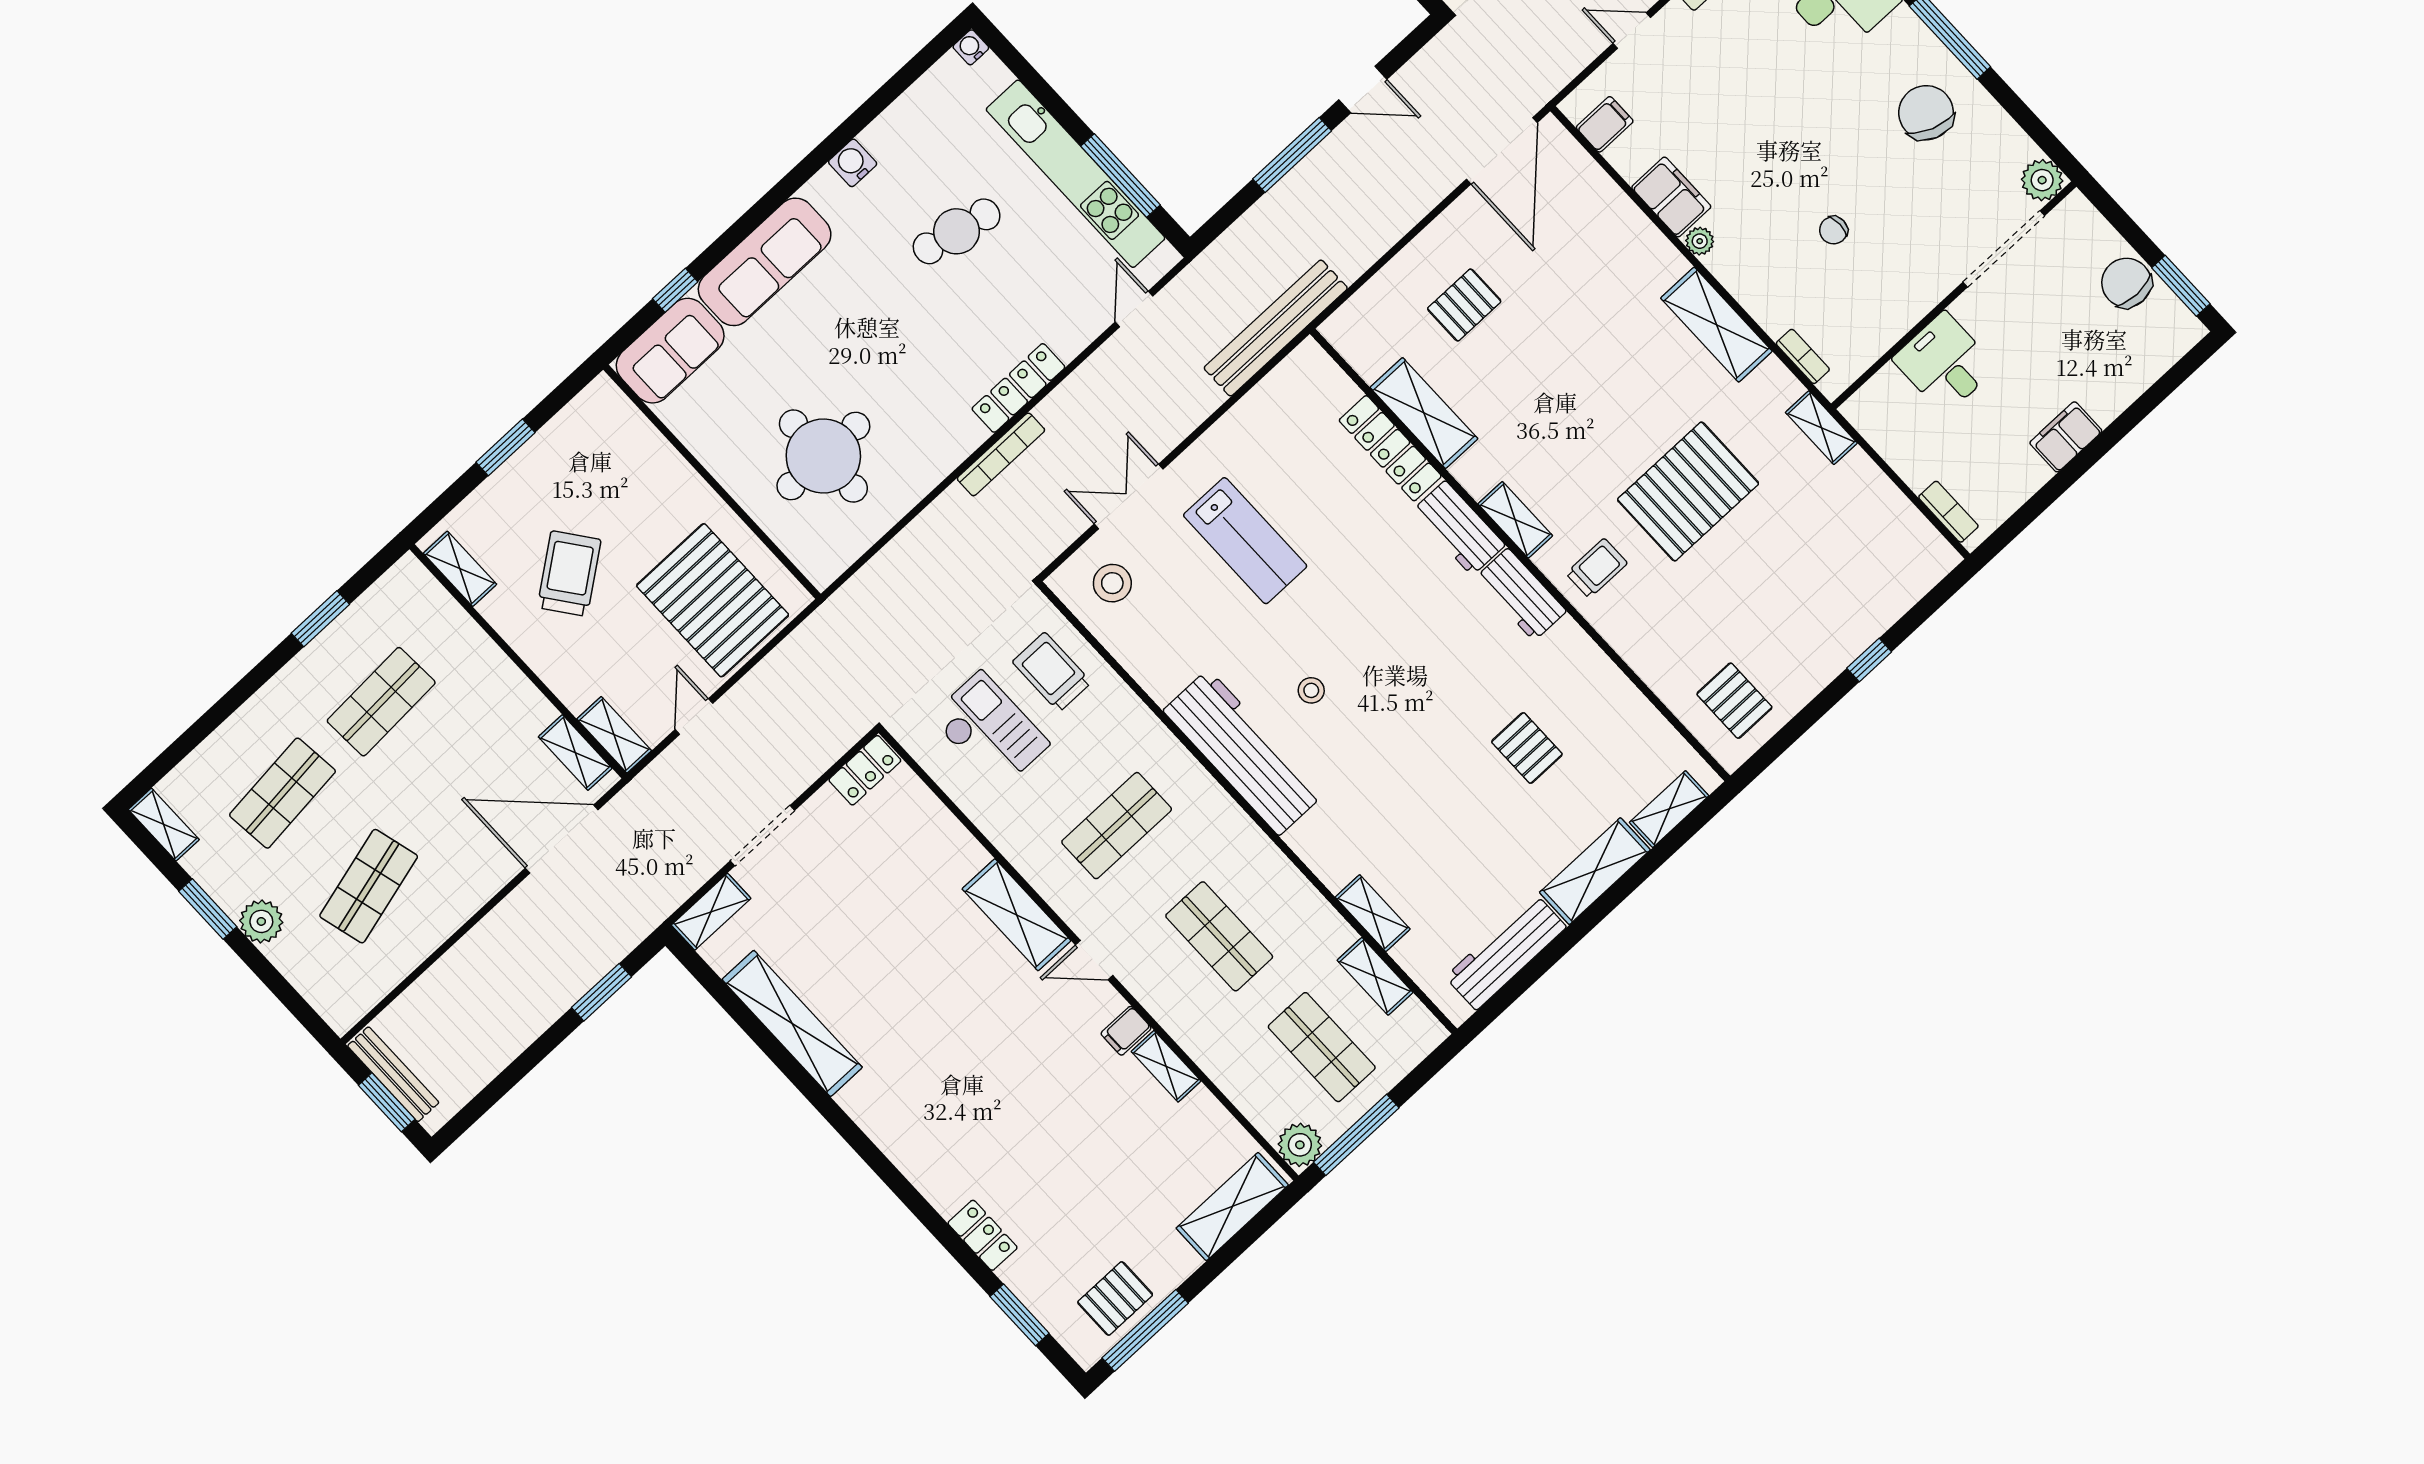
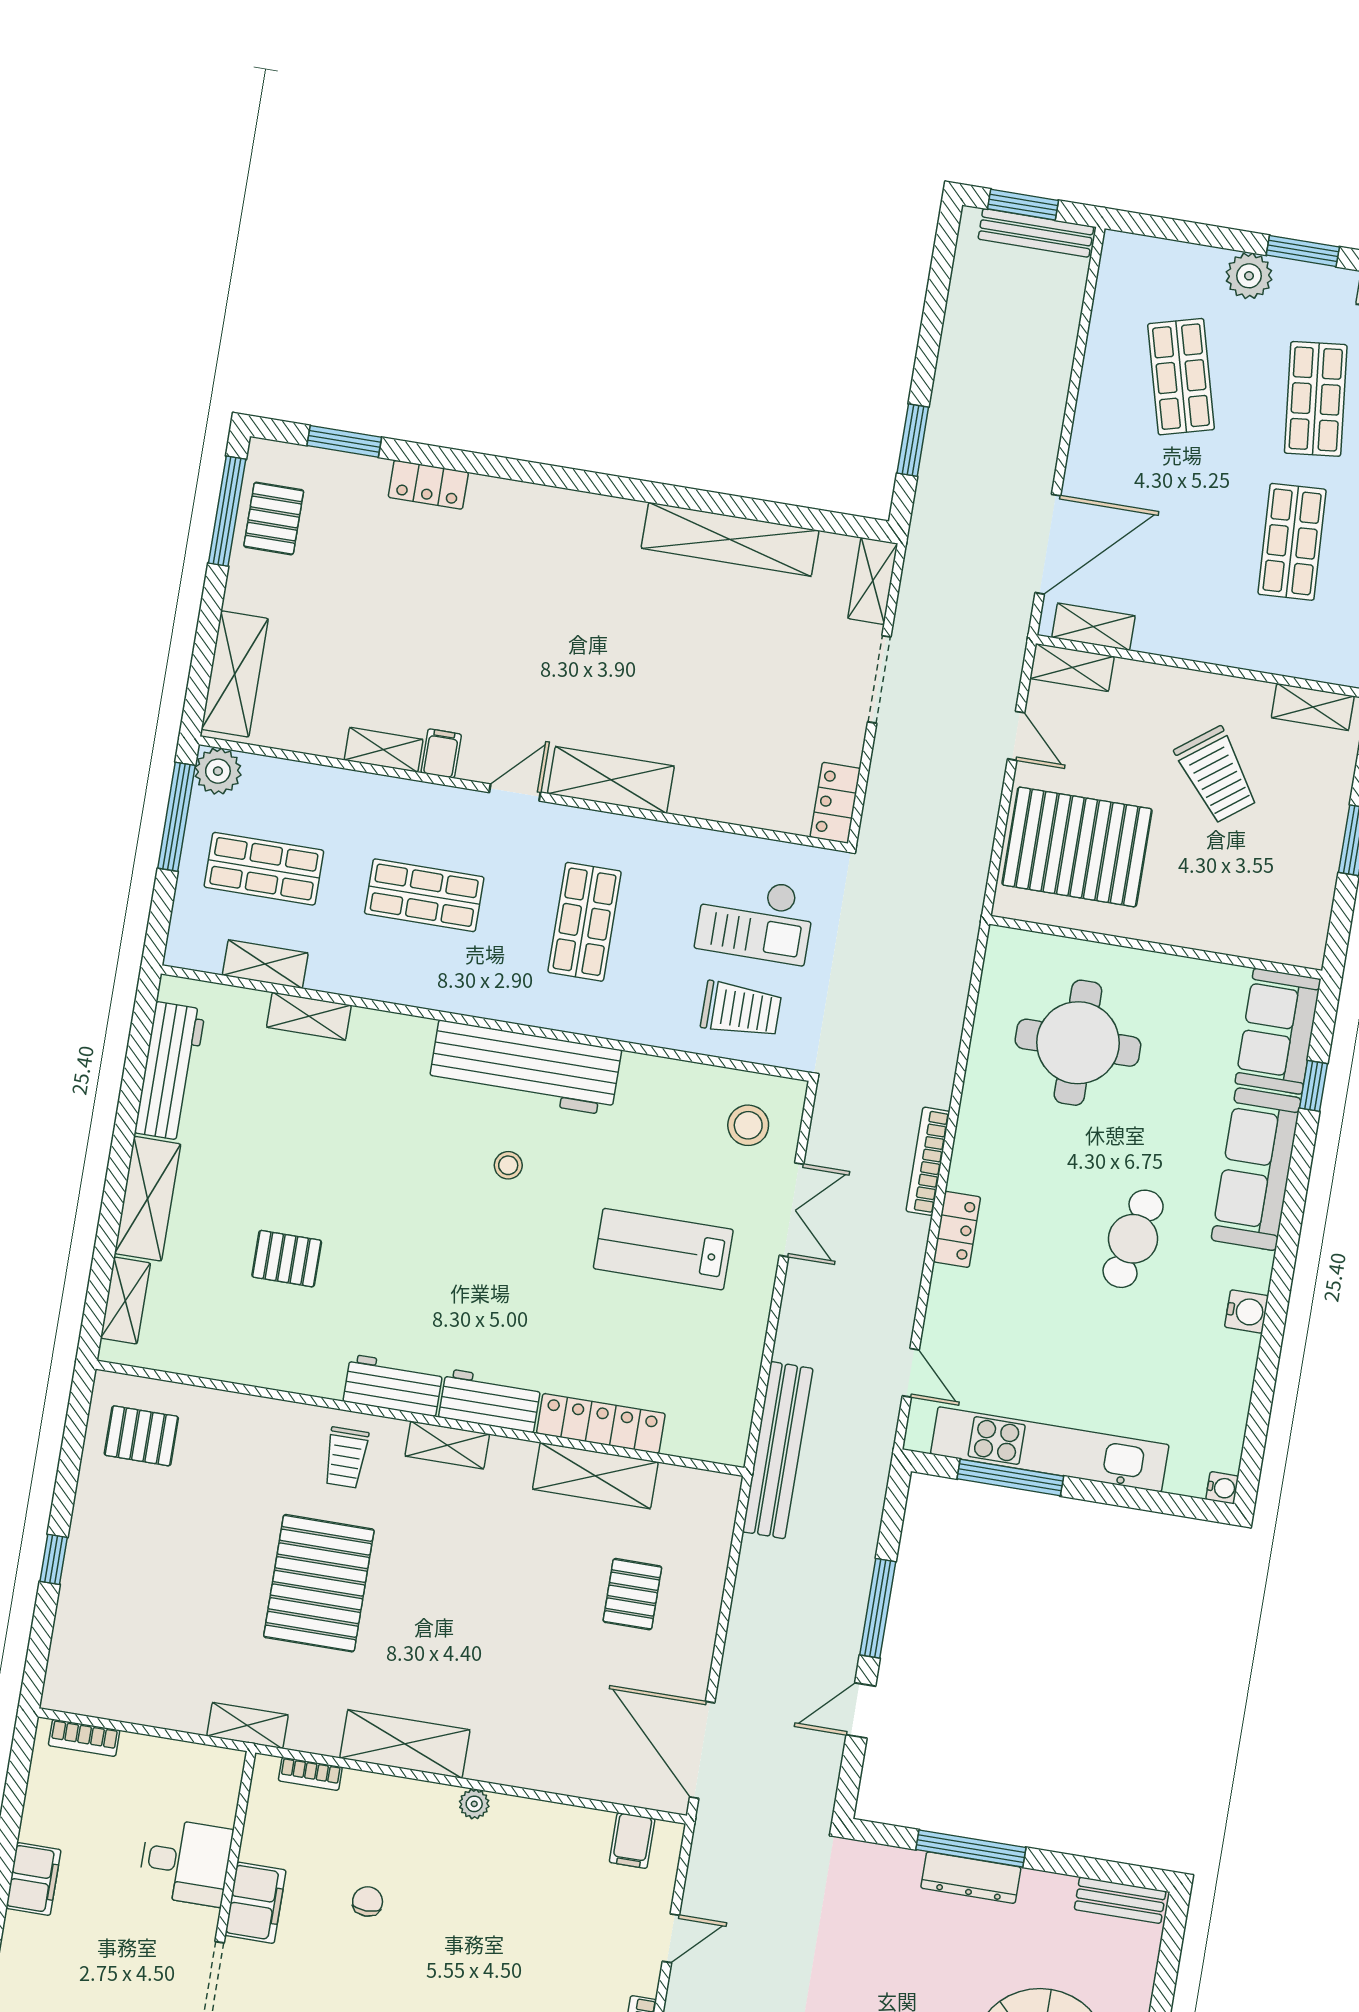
filing cabinet: (1671, 197) -> (255, 1903), moved, turned -90
cafe table: (957, 231) -> (1133, 1239), moved
locker: (1018, 388) -> (957, 1229), width x0.66

